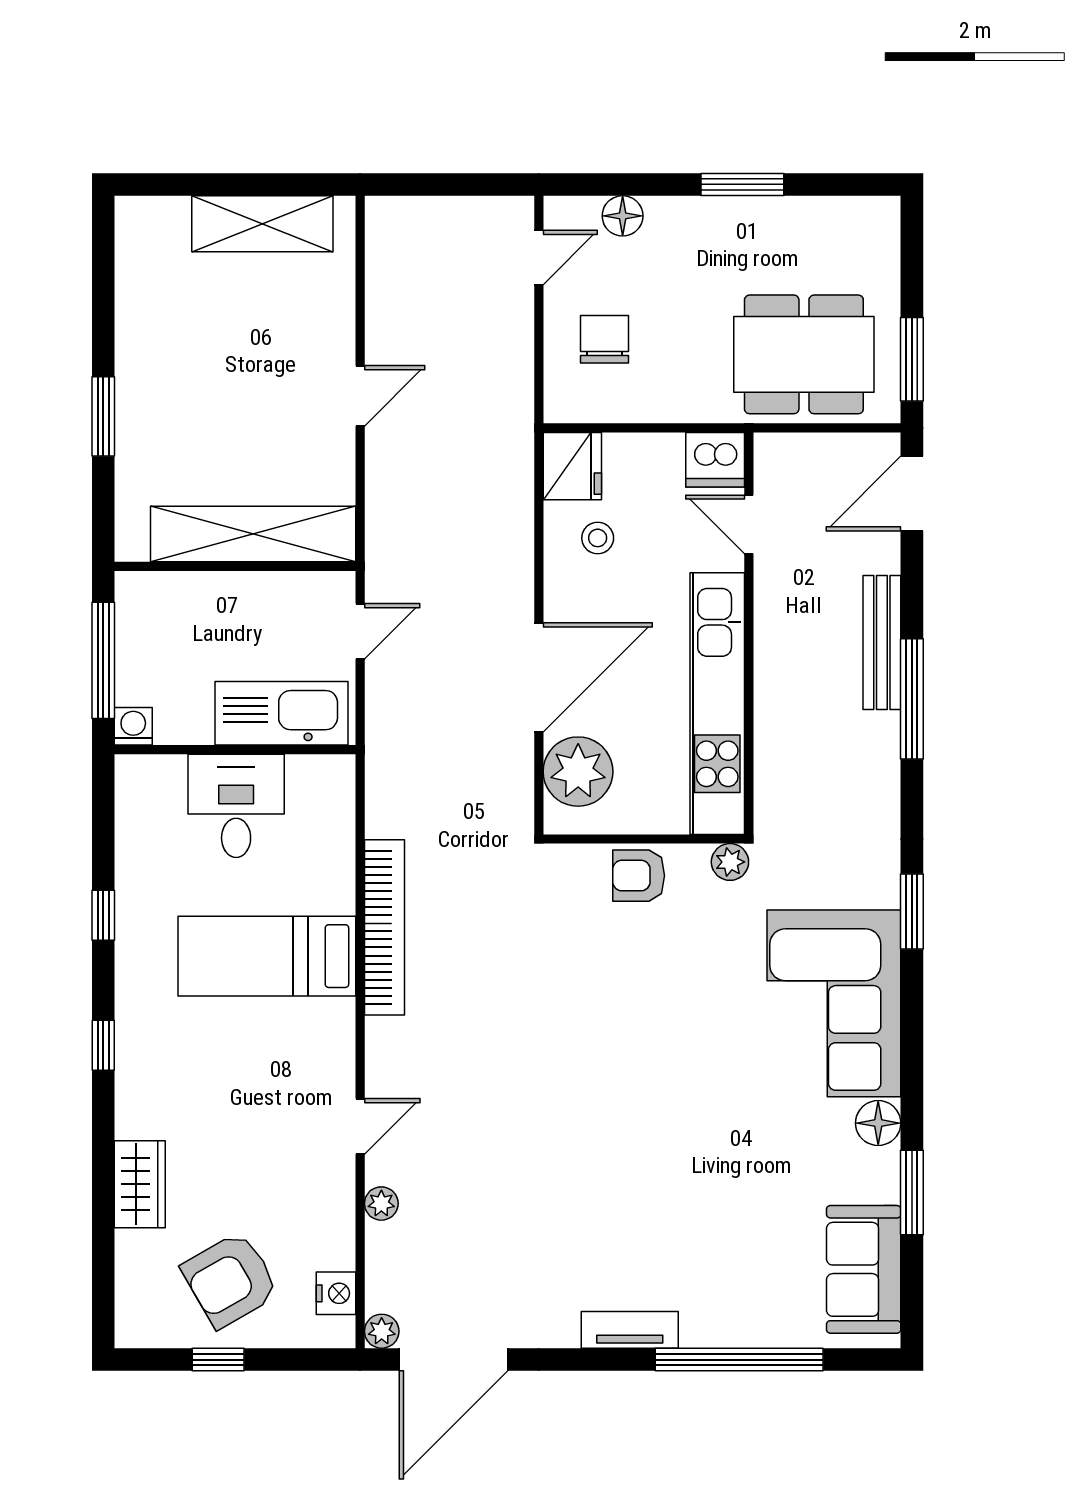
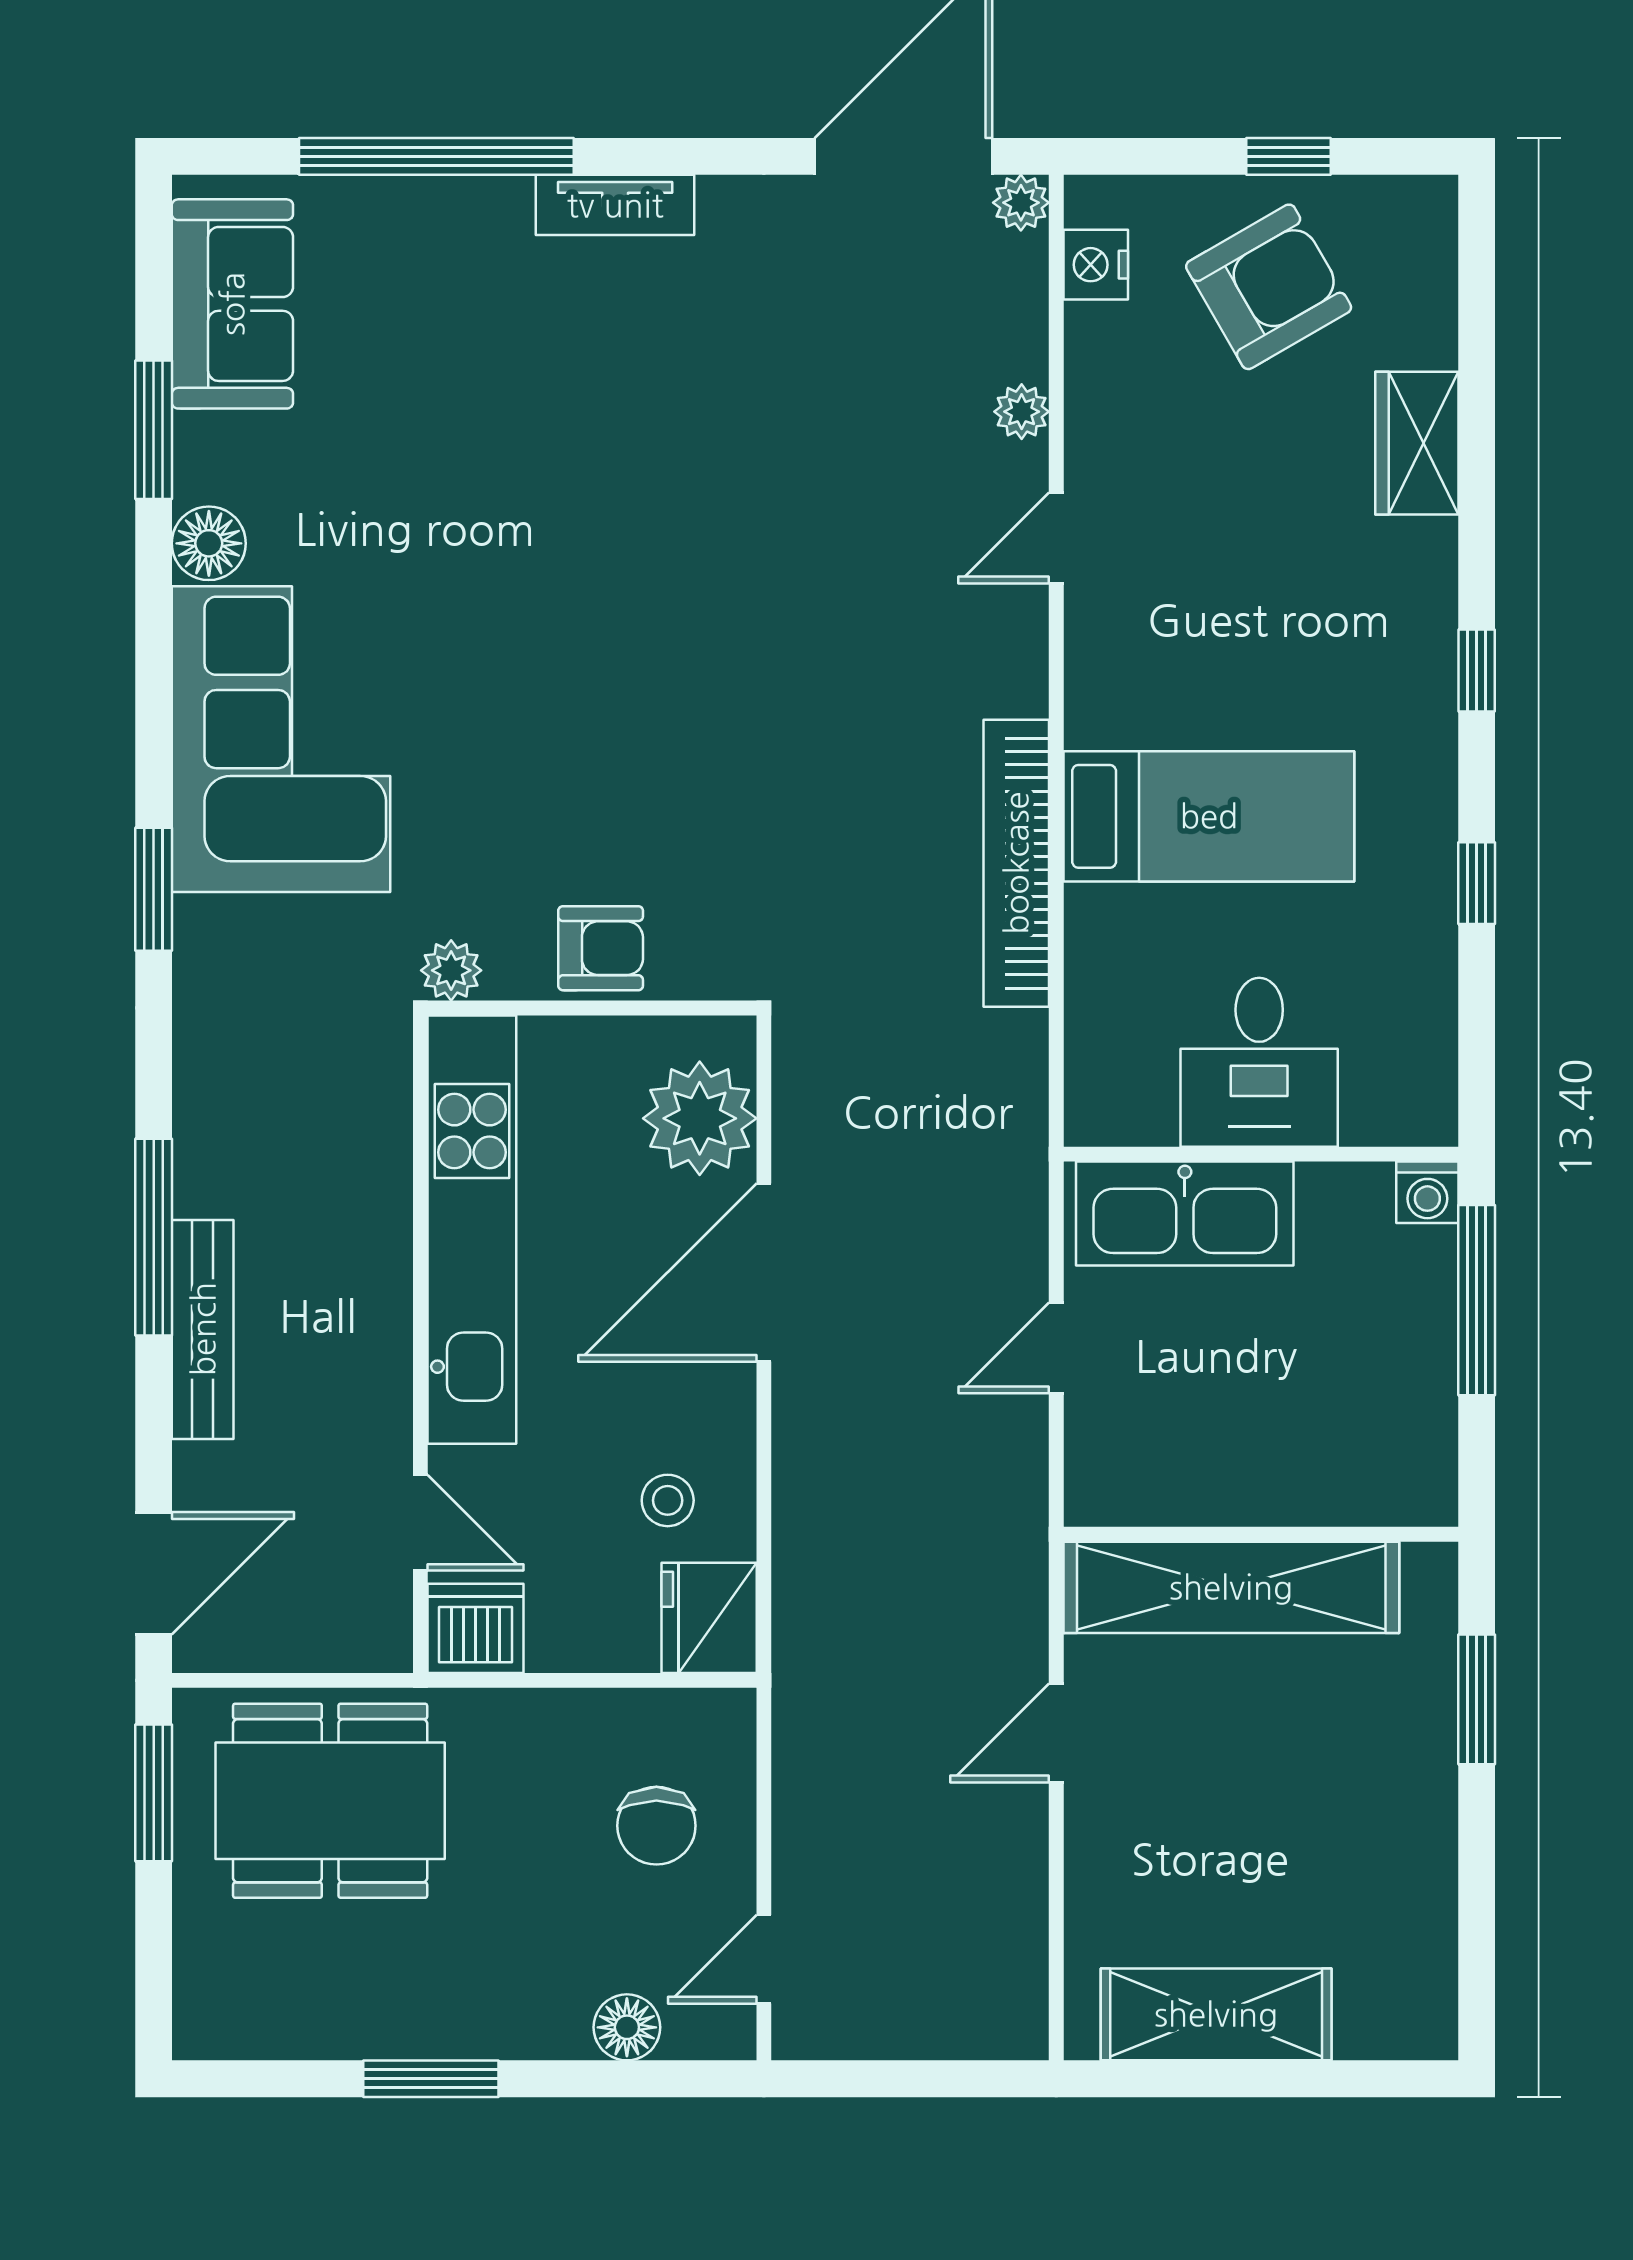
shelving: (253, 534) -> (1231, 1587), moved
wall: (235, 566) -> (1261, 1534), moved

